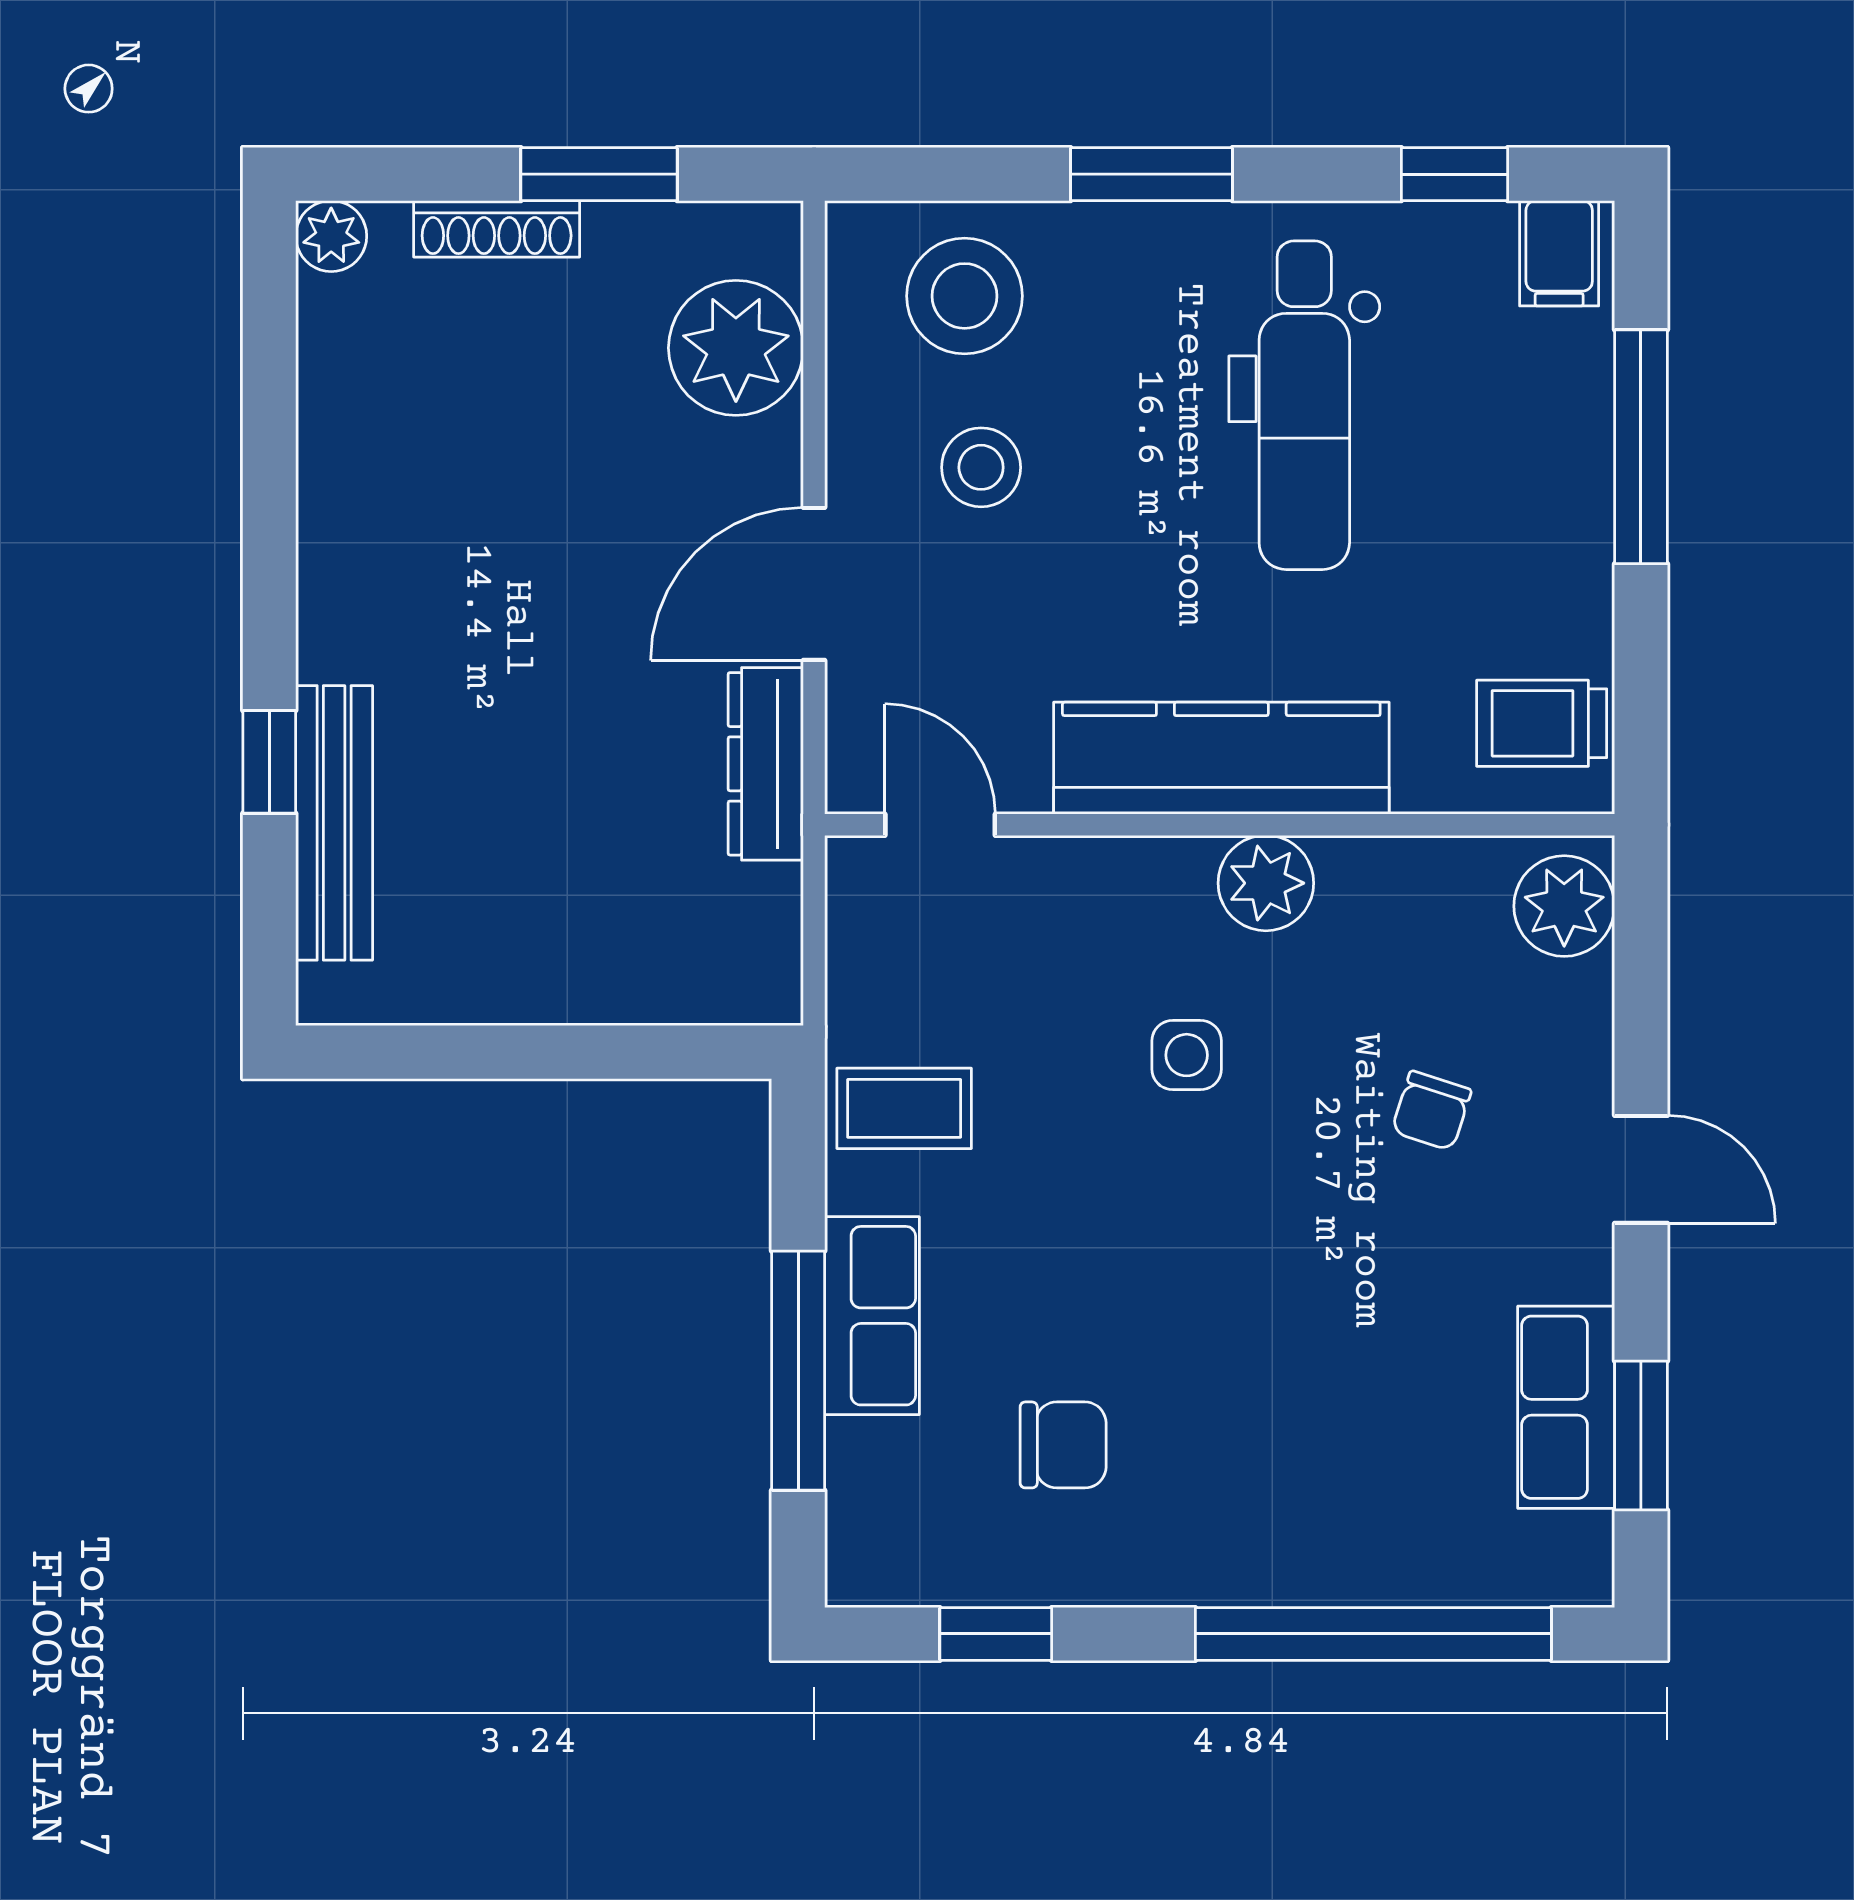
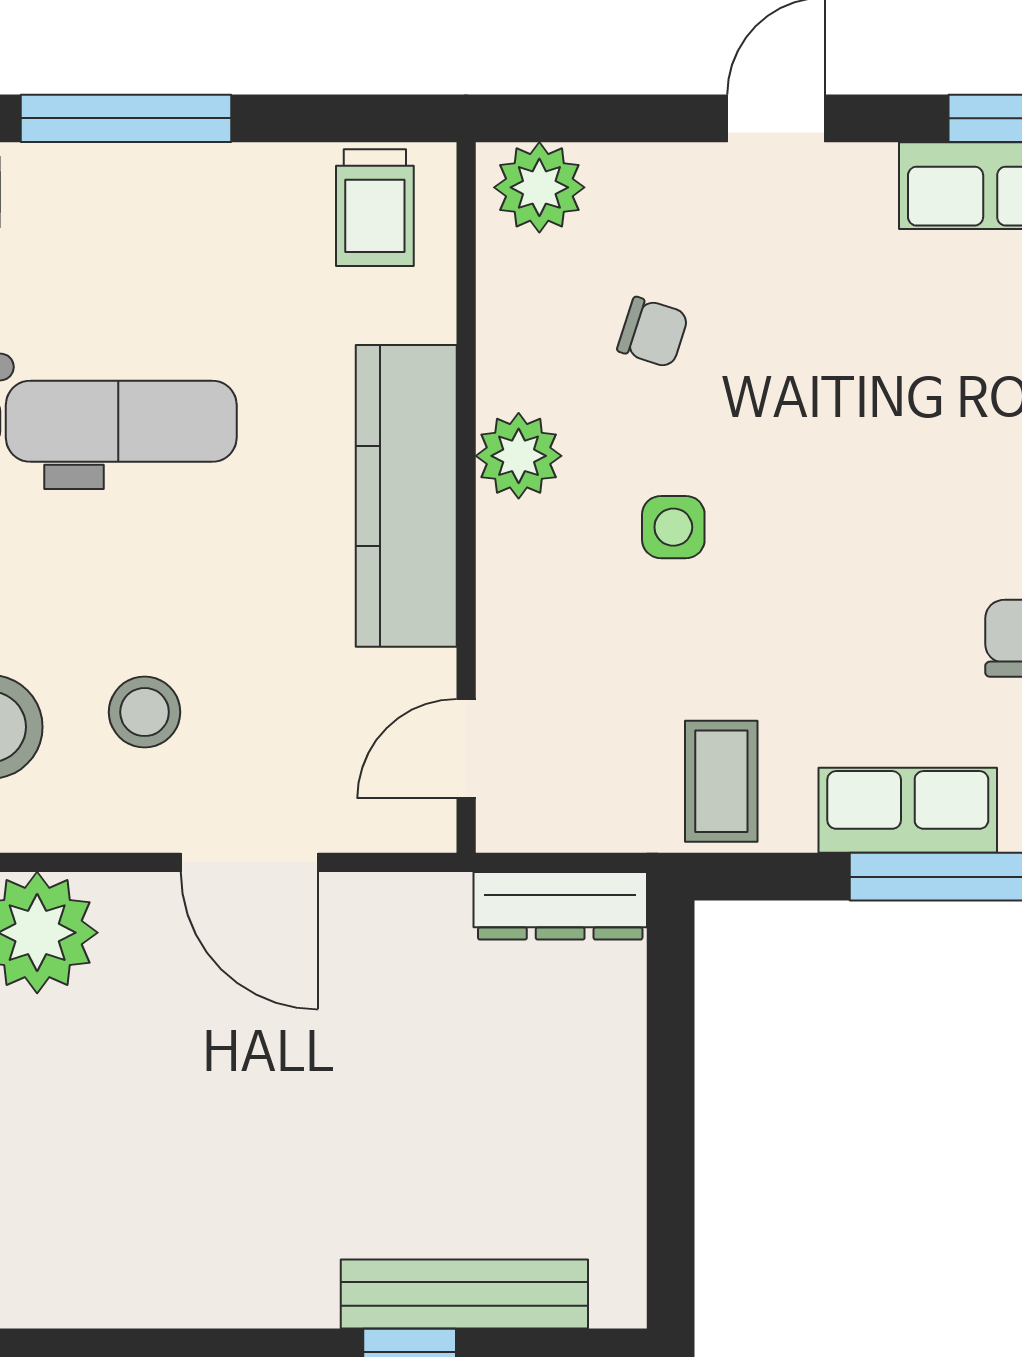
dresser: (766, 764) -> (560, 906), moved
chair: (1431, 1111) -> (653, 332), moved

